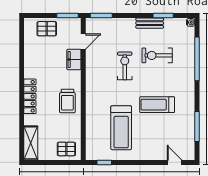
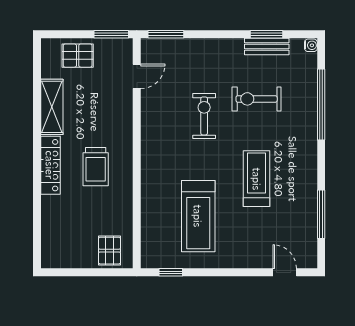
bench: (150, 23) -> (267, 46), moved
filing cabinet: (74, 59) -> (122, 105), removed
trolley: (67, 101) -> (96, 167), moved
treadmill: (157, 105) -> (257, 179), turned 90
shelving: (31, 143) -> (52, 107), moved
pallet: (66, 149) -> (109, 251), turned 90

